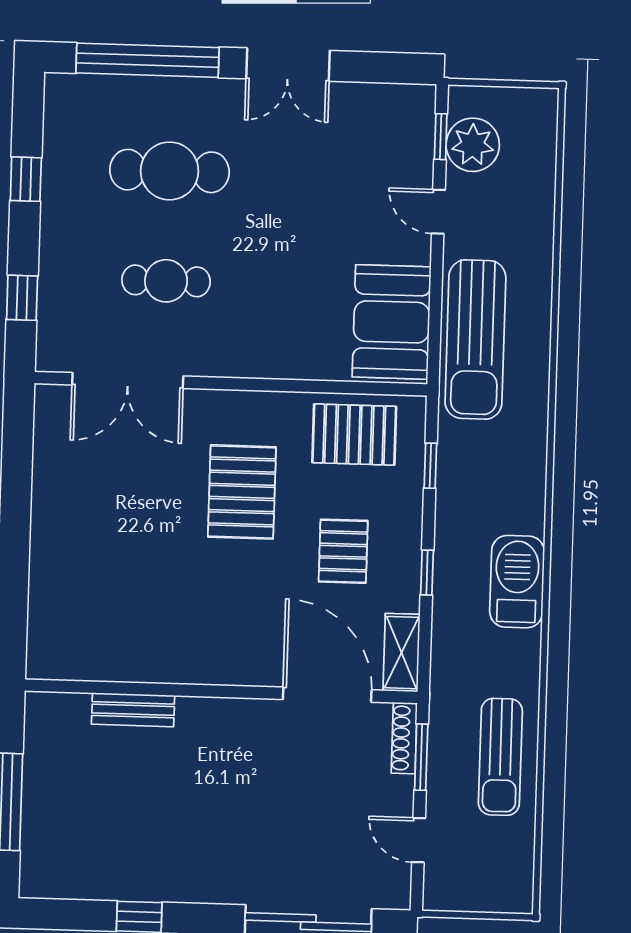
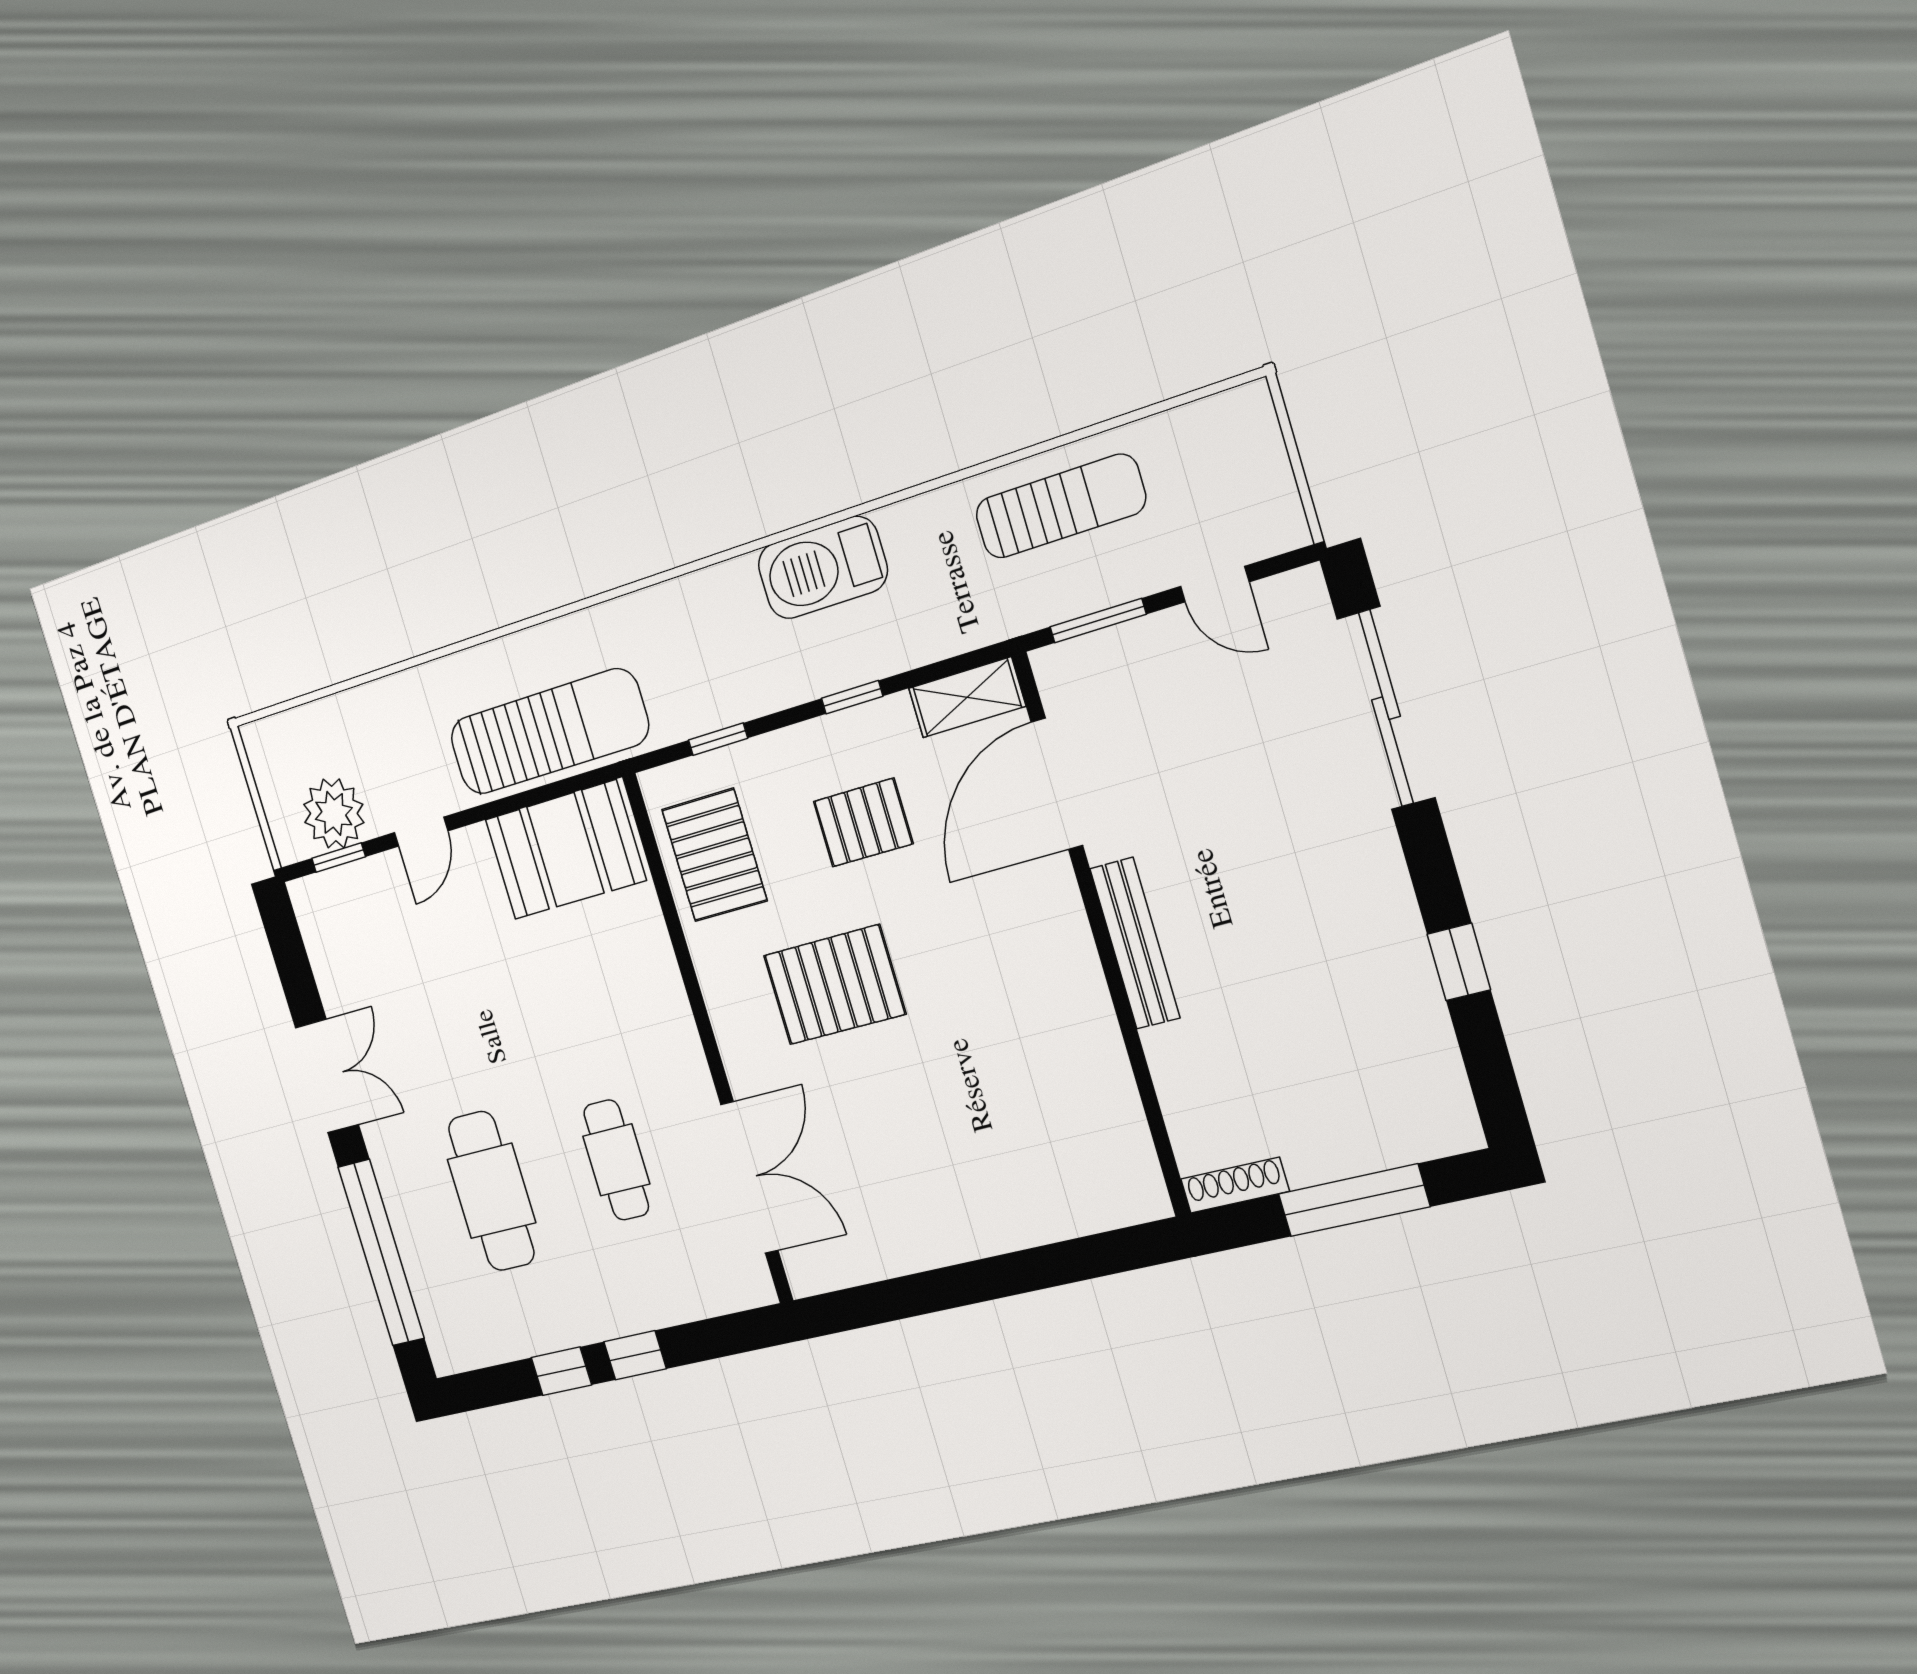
window: (22, 298) -> (635, 1355), moved
bench: (133, 710) -> (1135, 943), moved, width x1.36
shoe rack: (404, 738) -> (1235, 1185), moved, turned 180
door: (419, 840) -> (1215, 584), hinge flipped

